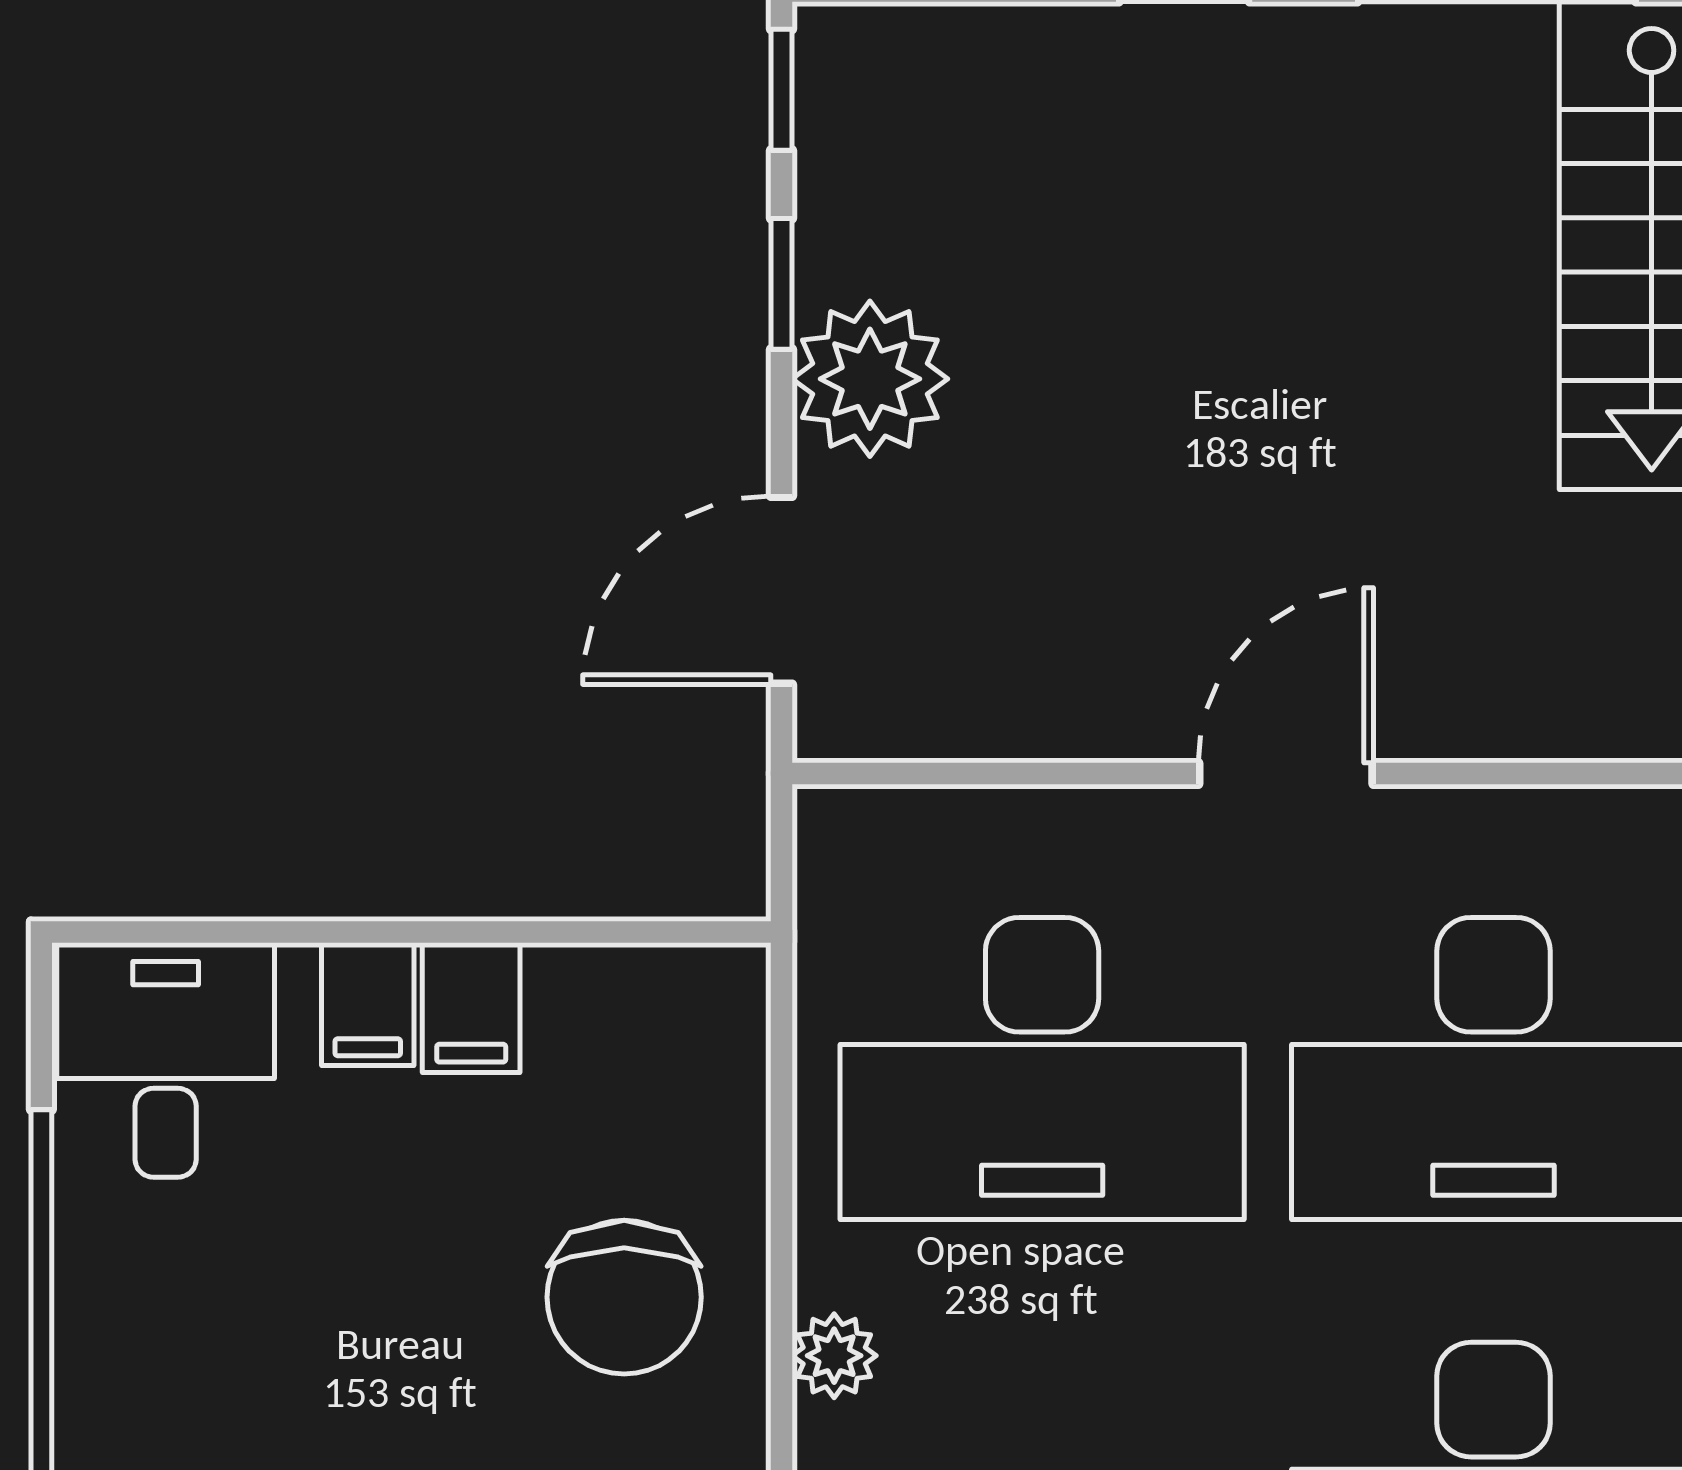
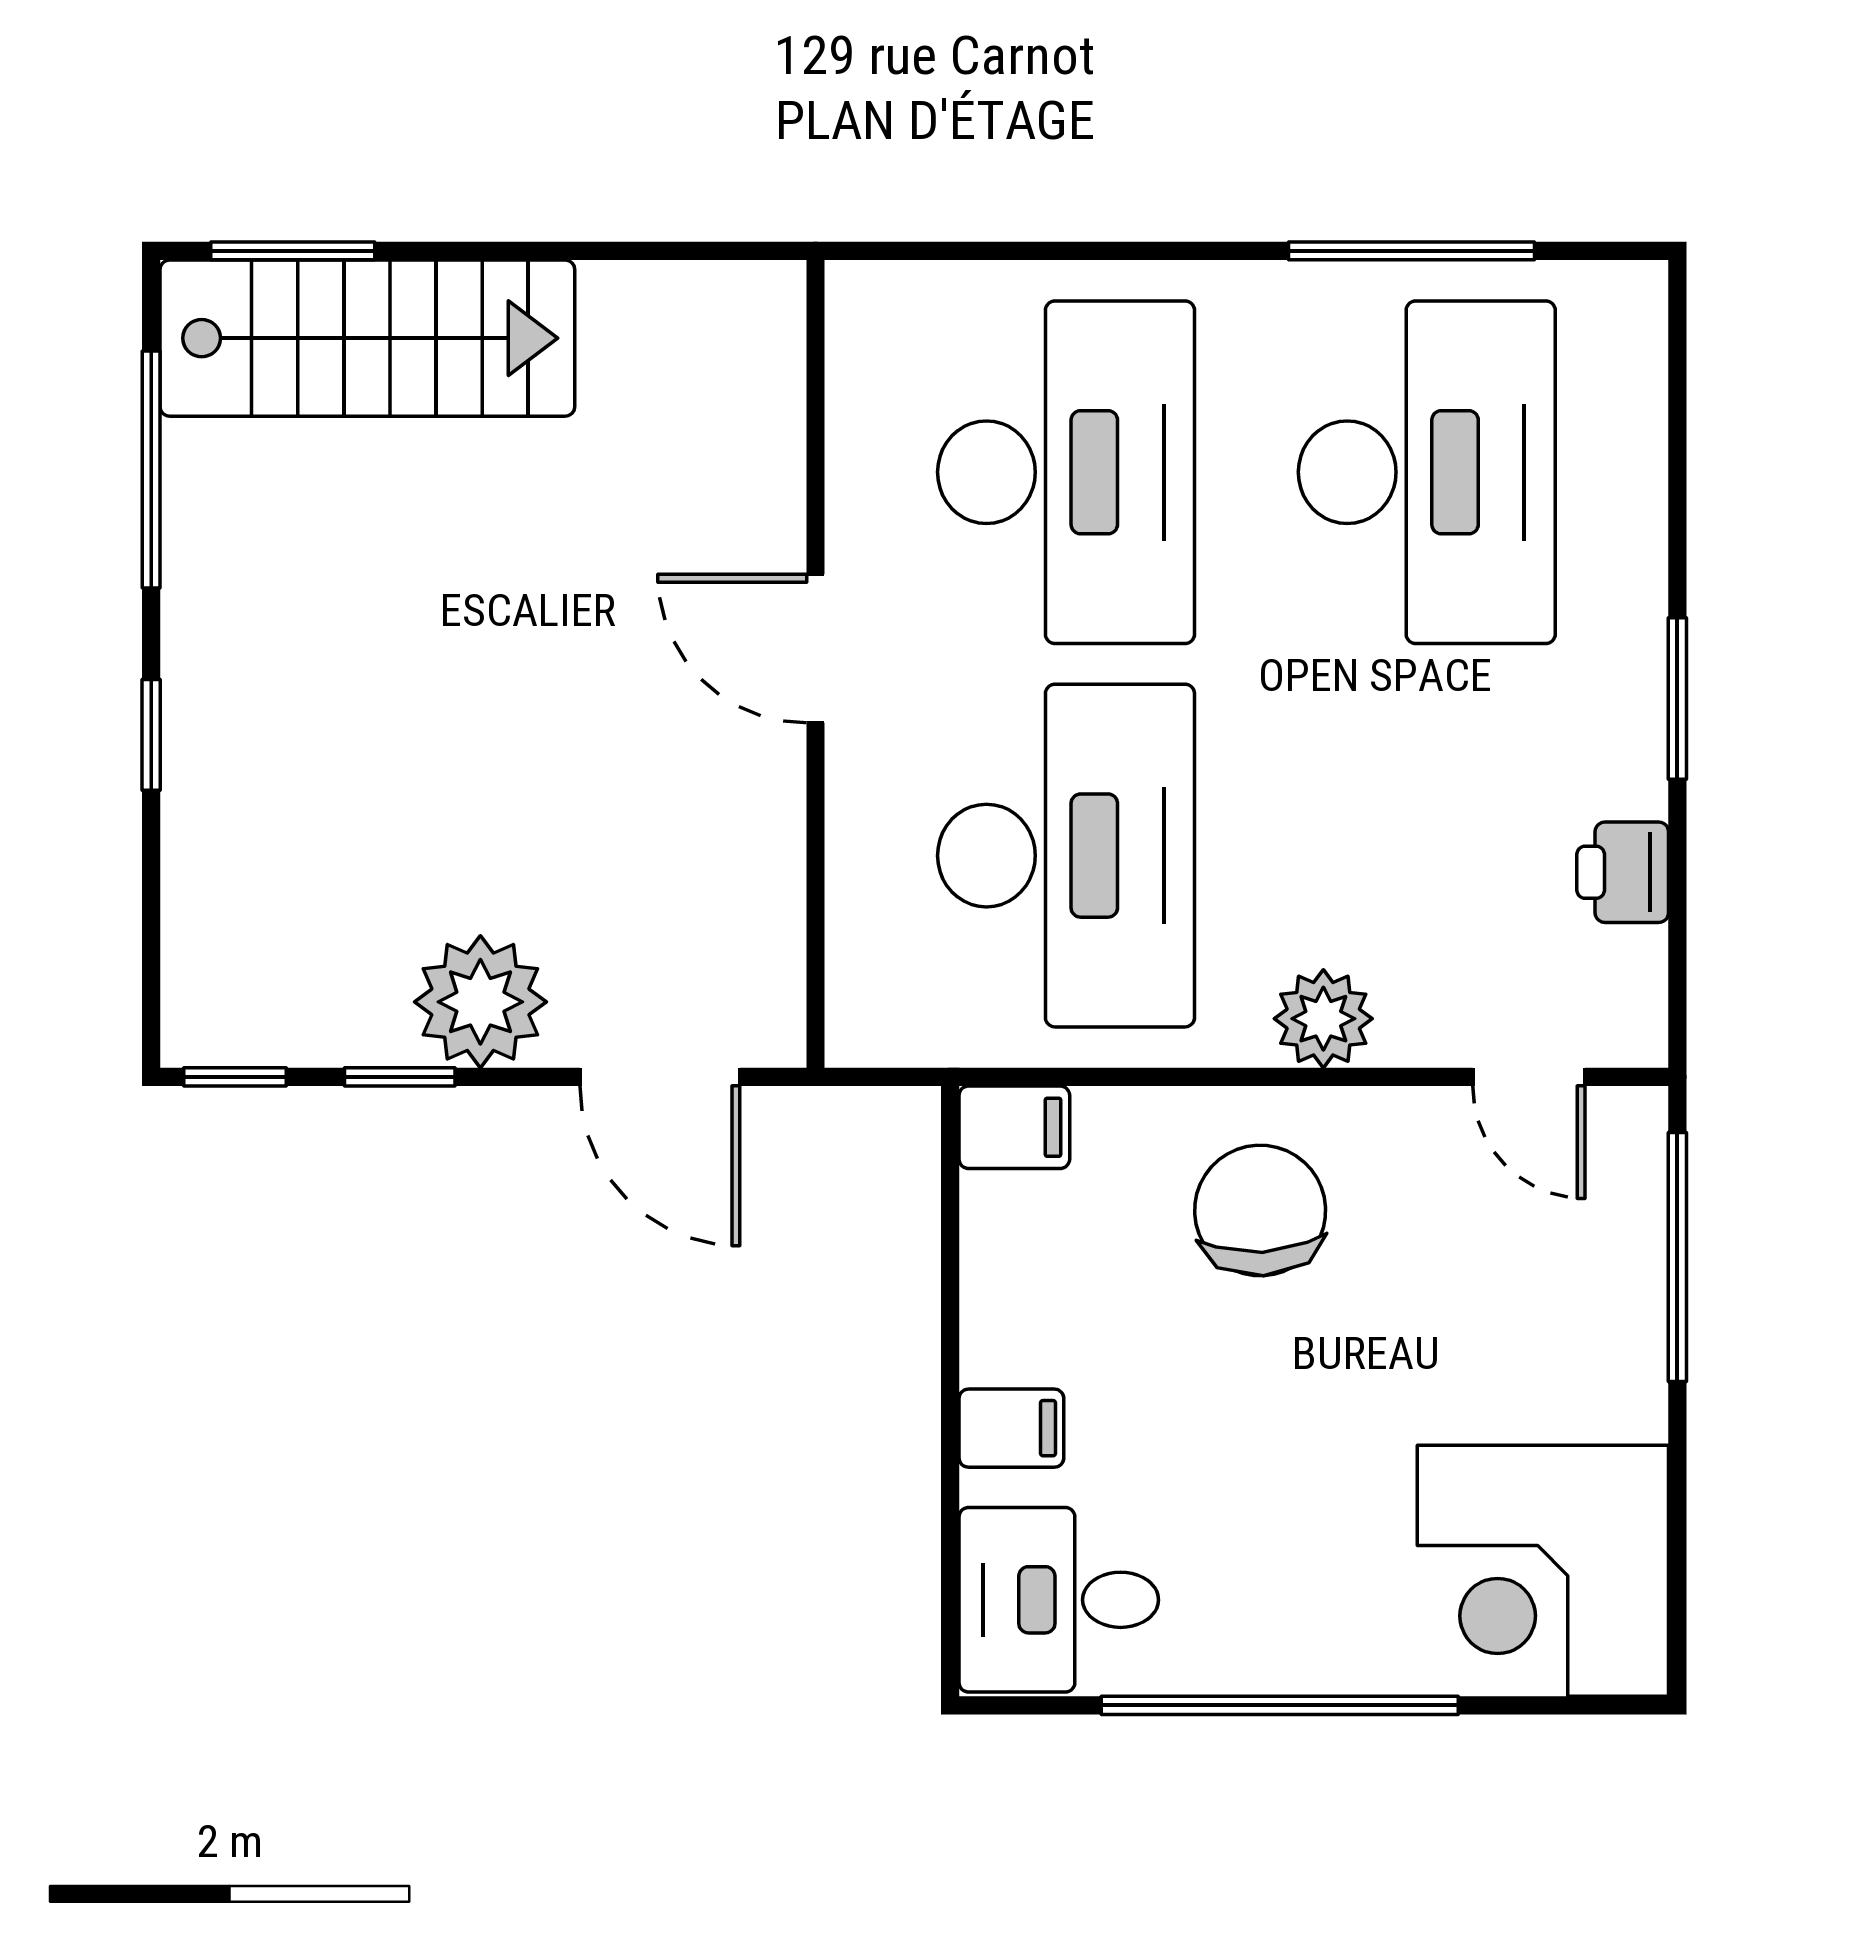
filing cabinet: (471, 1008) -> (1014, 1127), moved
chair: (624, 1297) -> (1260, 1210), turned -93
plant: (834, 1356) -> (1323, 1019), width x1.38, depth x1.38

